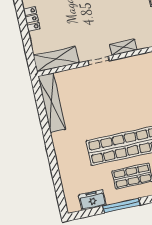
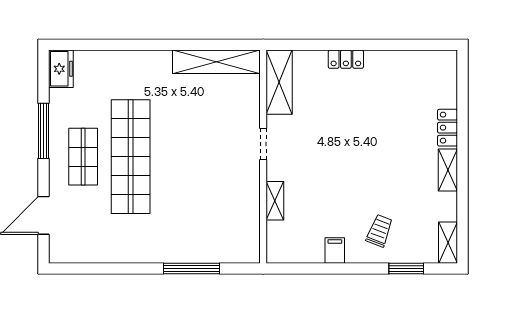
shelving: (123, 47) -> (275, 201), moved
freezer: (92, 200) -> (61, 69), moved

